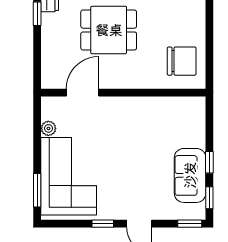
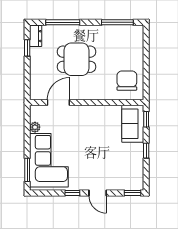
chair: (182, 61) -> (127, 81), turned -90
sofa: (190, 175) -> (133, 124), moved
window: (209, 198) -> (146, 119), moved

